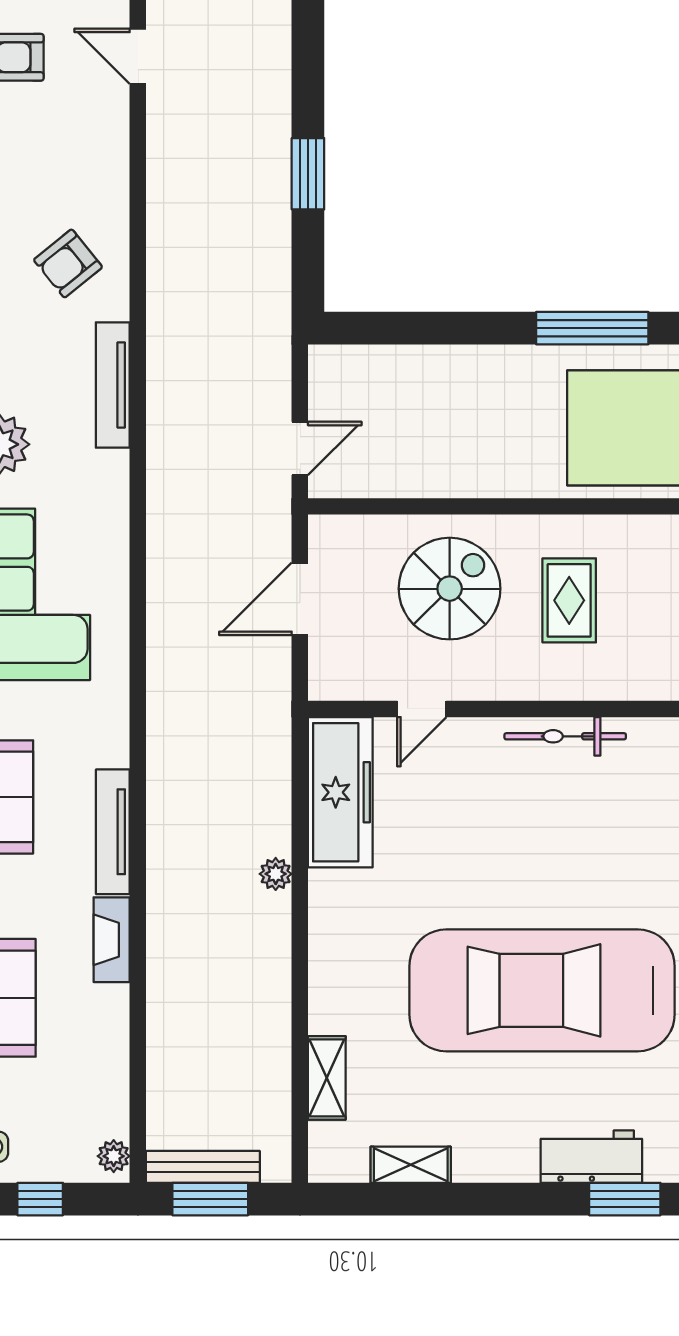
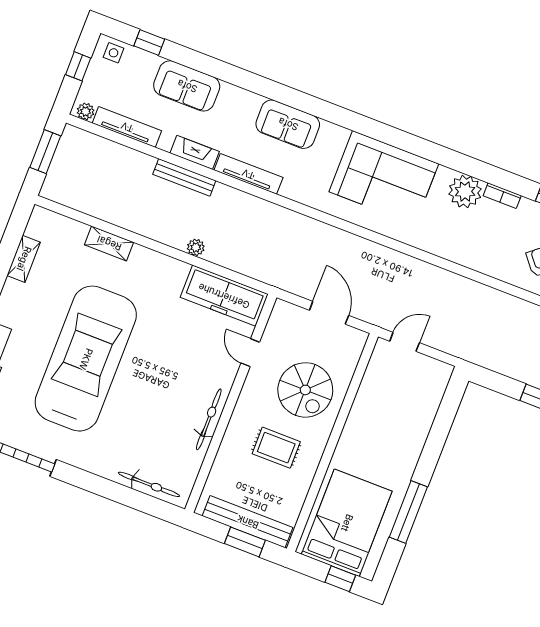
tv unit: (113, 385) -> (127, 127), moved
door: (300, 448) -> (405, 342), swing flipped
shelving: (327, 1078) -> (109, 243), moved
bench: (203, 1167) -> (184, 177), moved, turned 90

